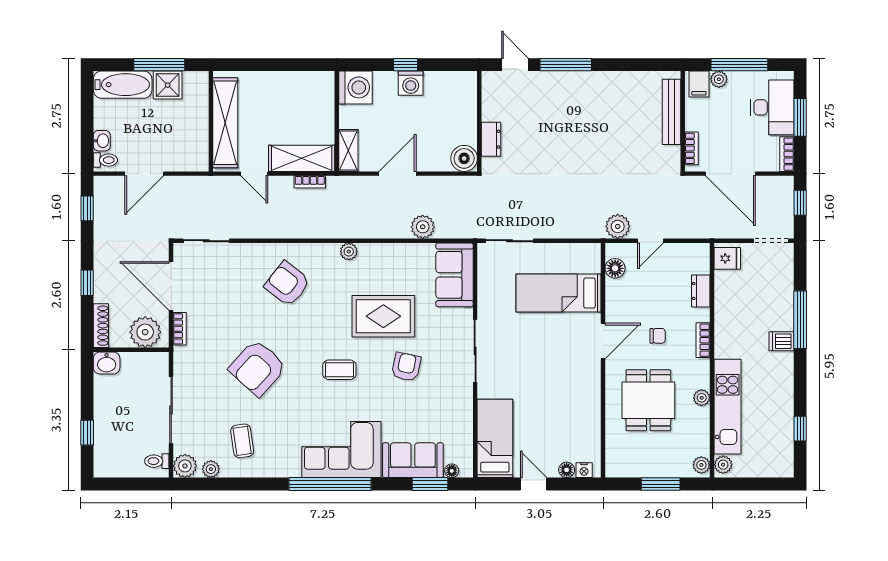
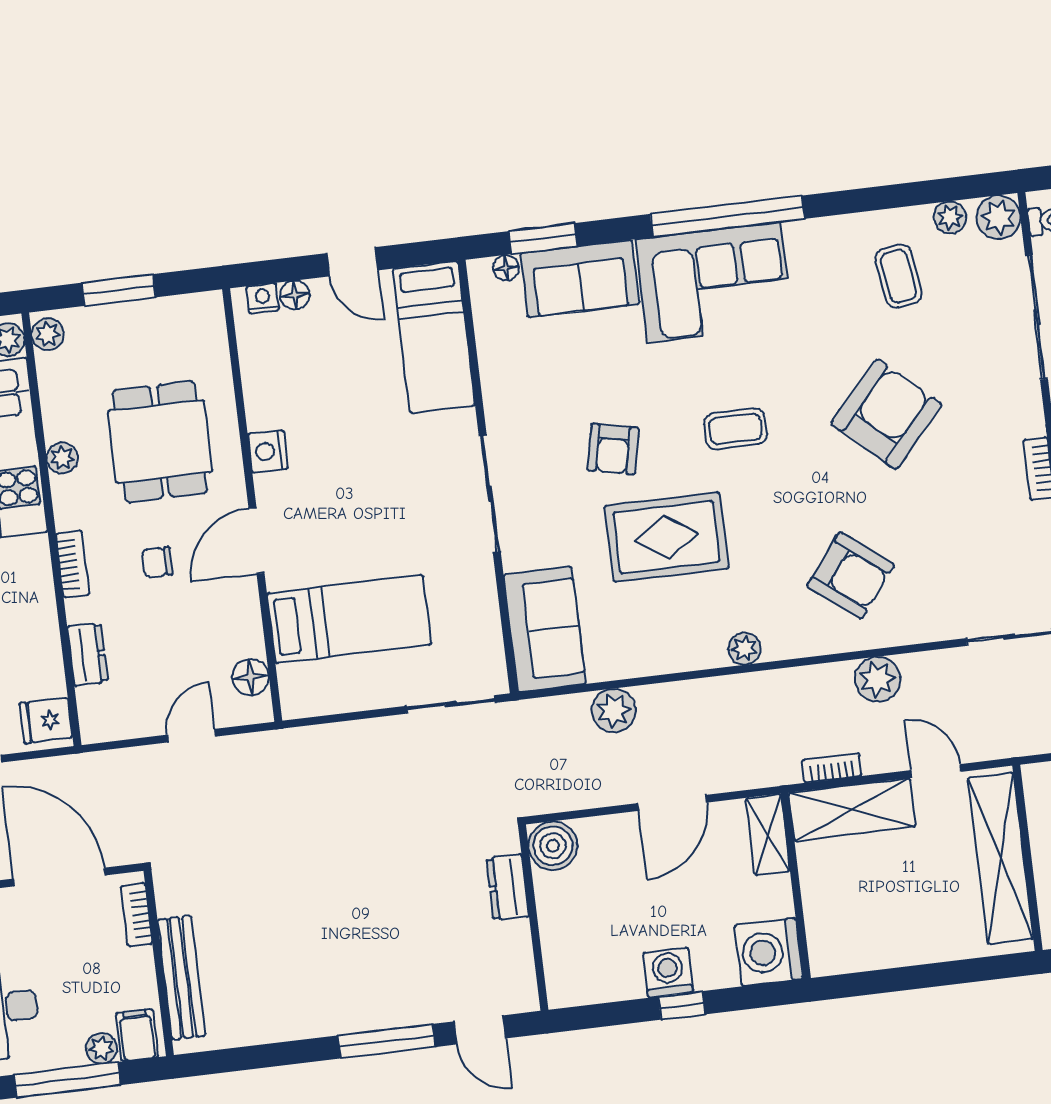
plant: (618, 226) -> (878, 679), moved
nightstand: (591, 388) -> (268, 451), added

